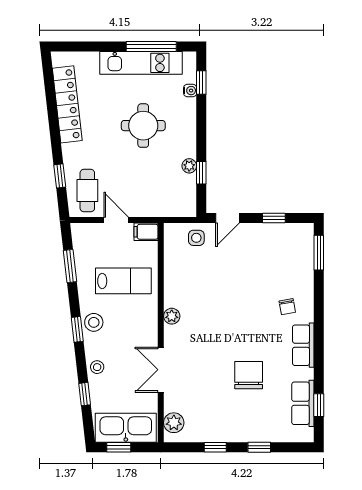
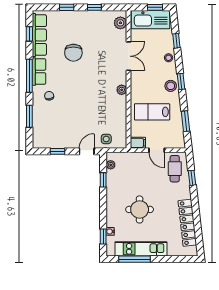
plant: (189, 166) -> (111, 165), moved
window: (319, 253) -> (29, 116), moved
window: (319, 338) -> (29, 76), added
row of seats: (303, 403) -> (39, 35), width x1.48

